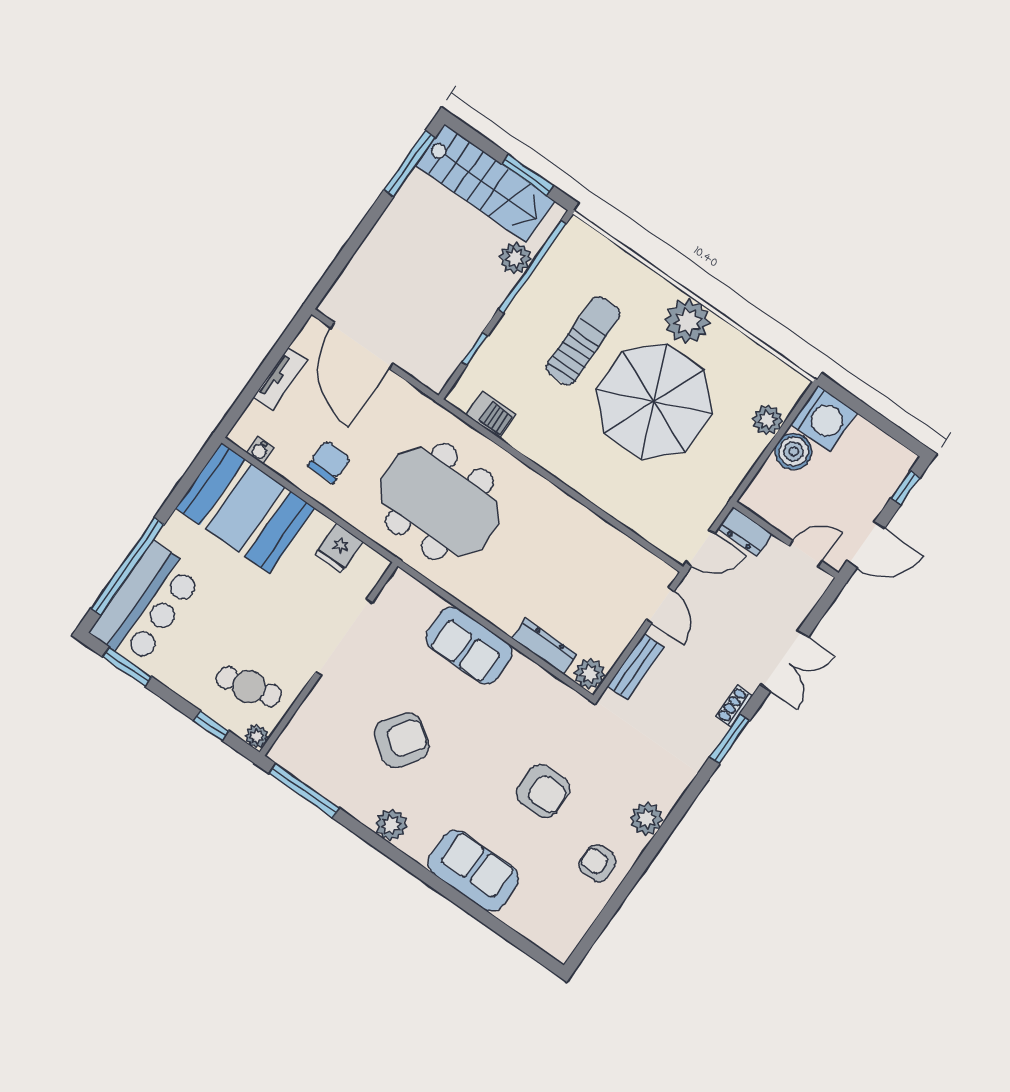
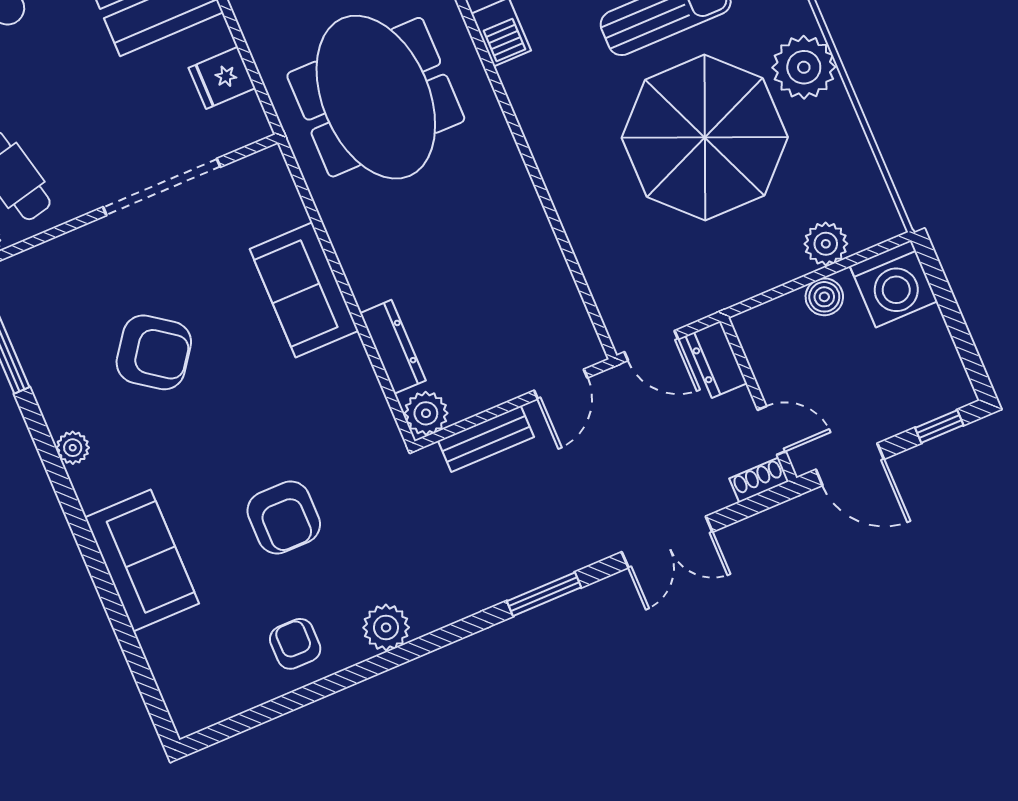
boiler: (794, 452) -> (824, 297), width x0.73, depth x0.73
shoe rack: (734, 706) -> (759, 480), moved
plant: (391, 825) -> (73, 448), width x0.73, depth x0.73

